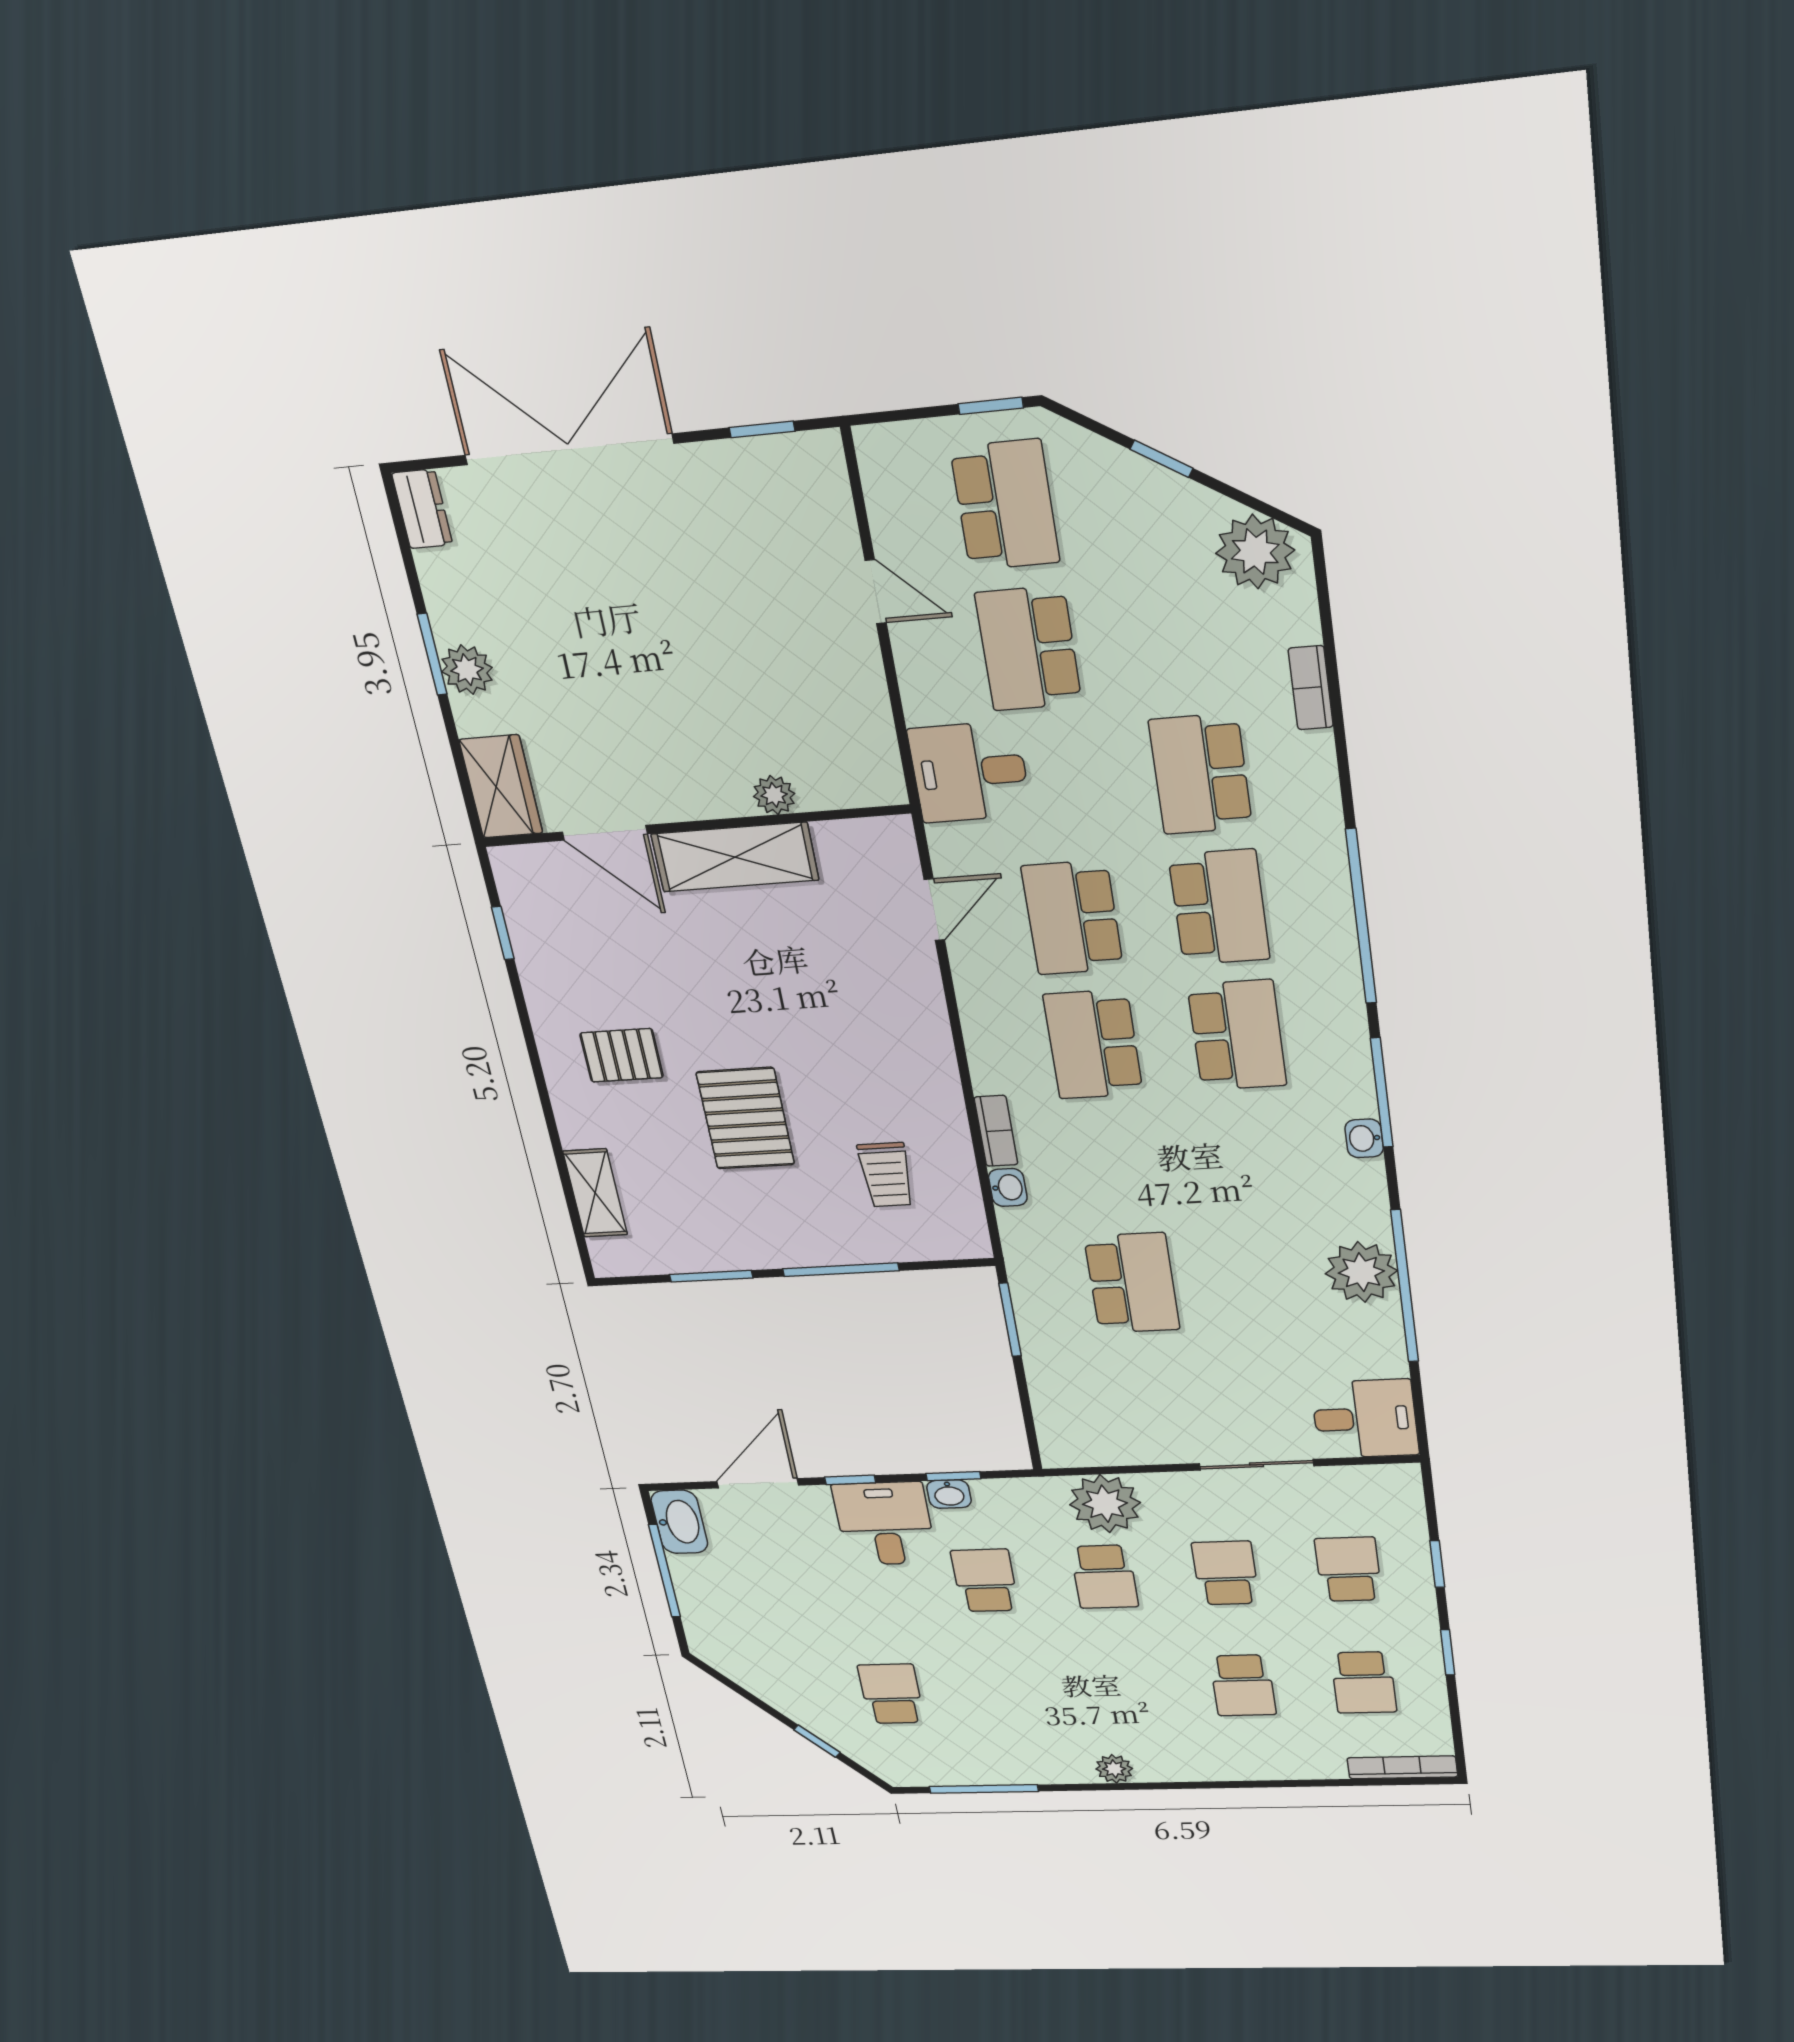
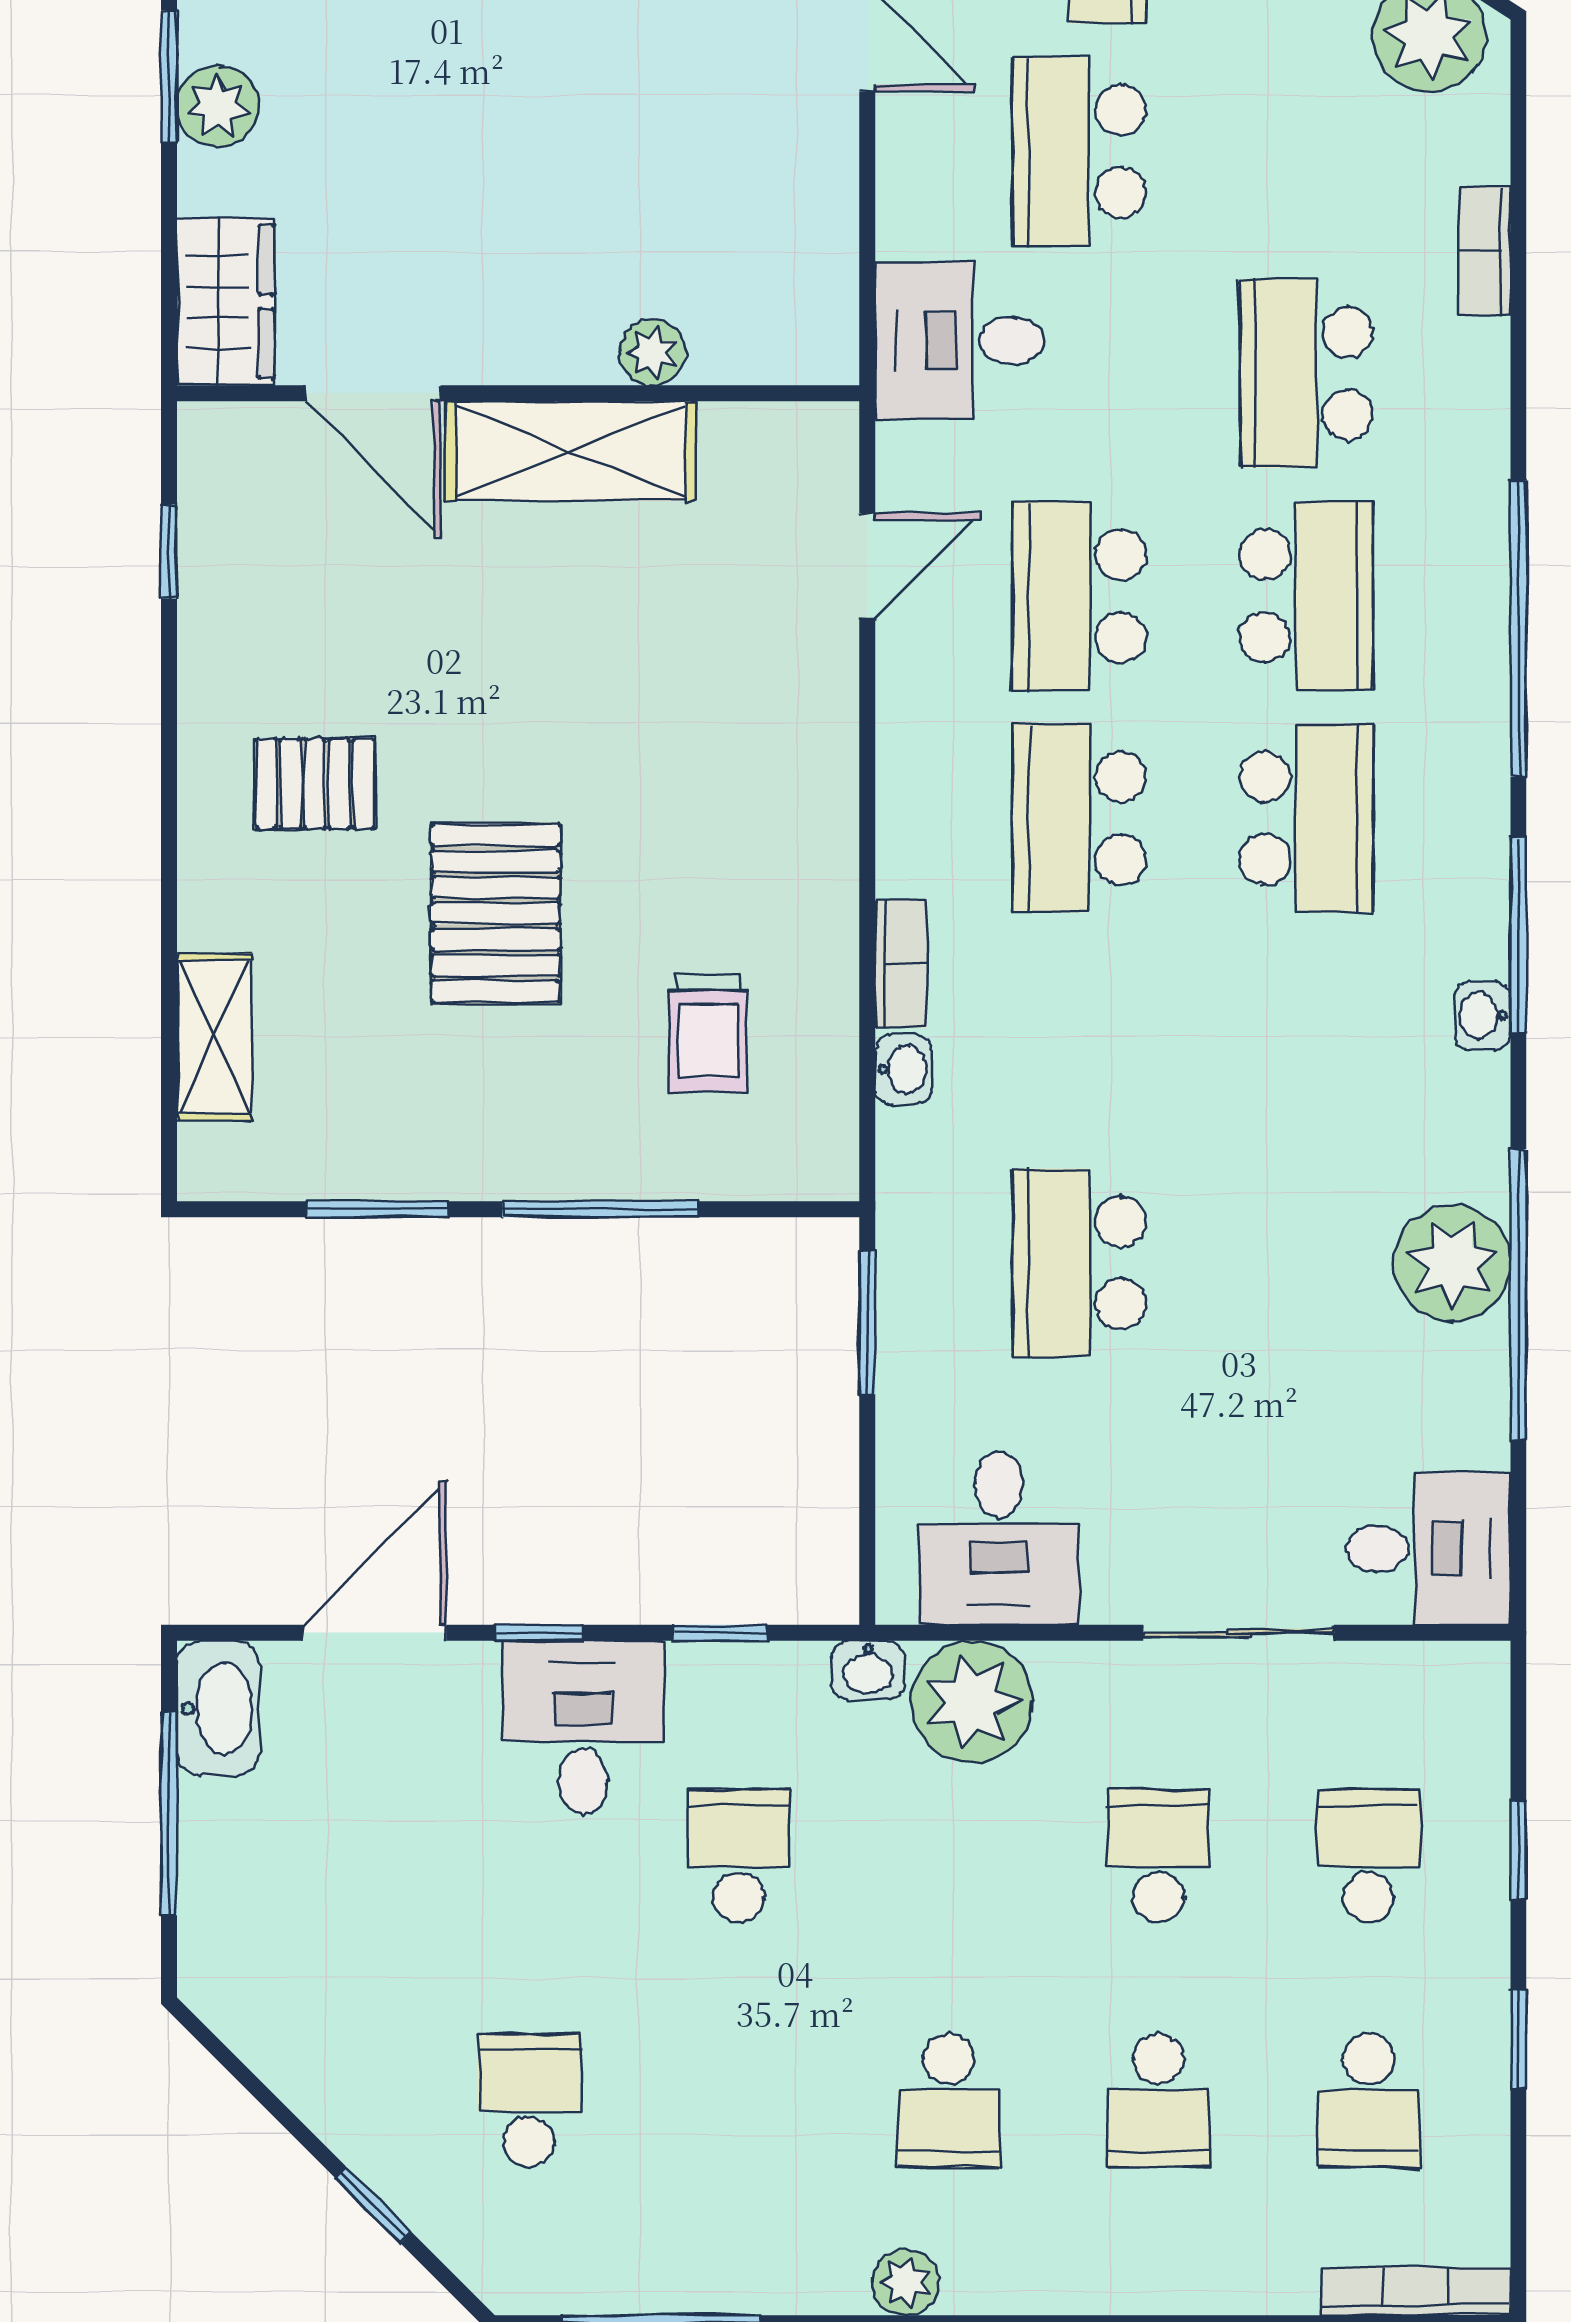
school desk: (1132, 1283) -> (1079, 1263), turned 180
desk: (1107, 1424) -> (999, 1538), added
washbasin: (949, 1494) -> (868, 1670), moved
school desk: (1104, 1577) -> (949, 2100), moved

